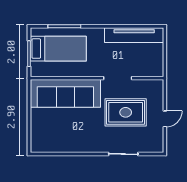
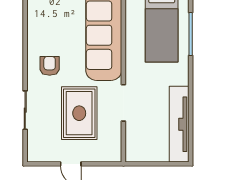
armchair: (89, 135) -> (50, 66), added

